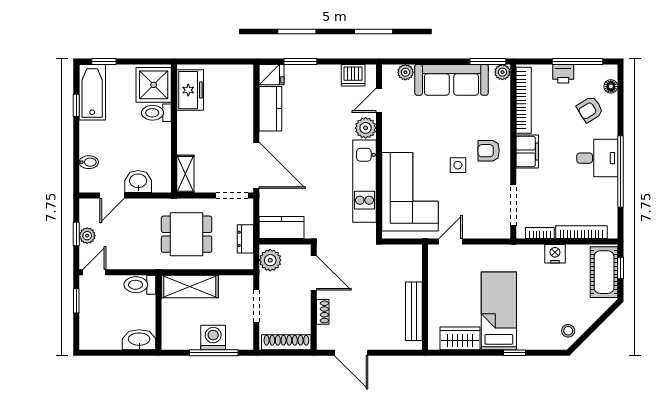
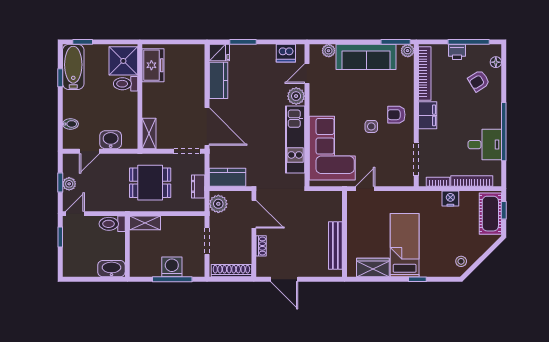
desk: (597, 158) -> (485, 145), moved
shelving: (190, 286) -> (145, 223), width x0.67, depth x0.75

